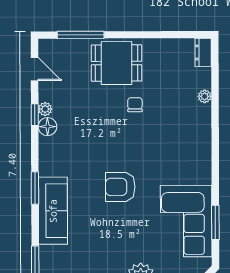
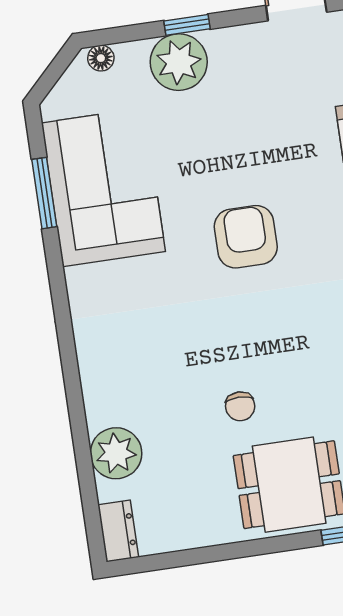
plant: (205, 96) -> (116, 453), width x1.88, depth x1.88
armchair: (120, 187) -> (246, 237), turned -90

